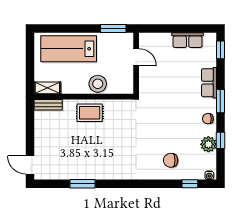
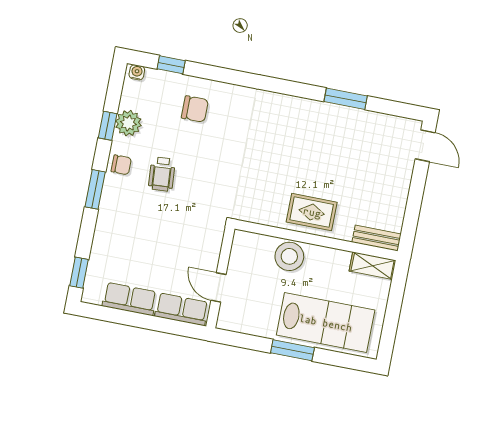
window: (113, 29) -> (292, 350), moved
row of seats: (209, 83) -> (182, 309), moved, turned -90
wheelchair: (183, 118) -> (162, 174), added

